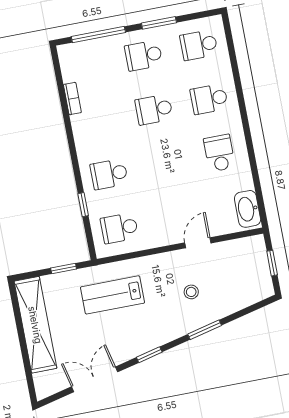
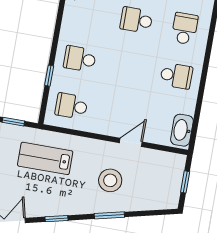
school desk: (209, 99) -> (185, 29), turned 90
school desk: (219, 153) -> (176, 76), turned 90
stool: (191, 292) -> (110, 180), width x1.89, depth x1.89

